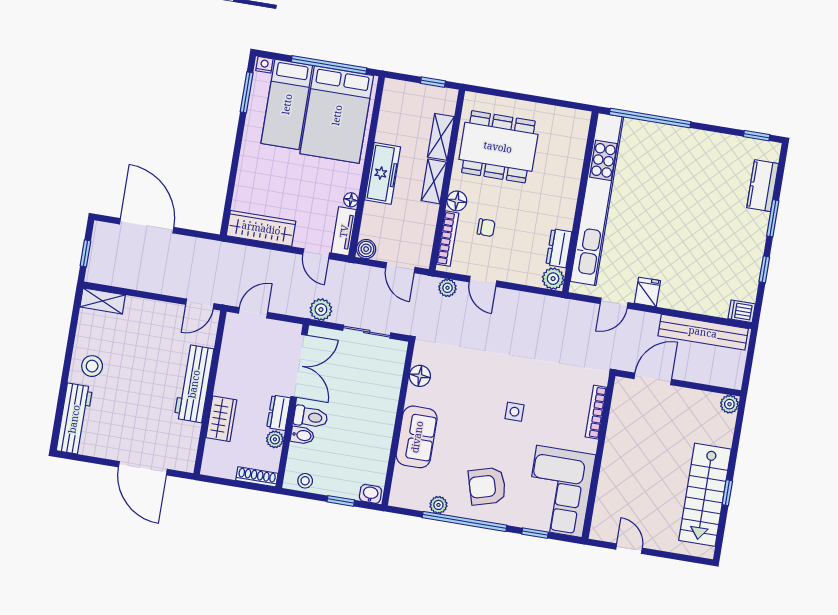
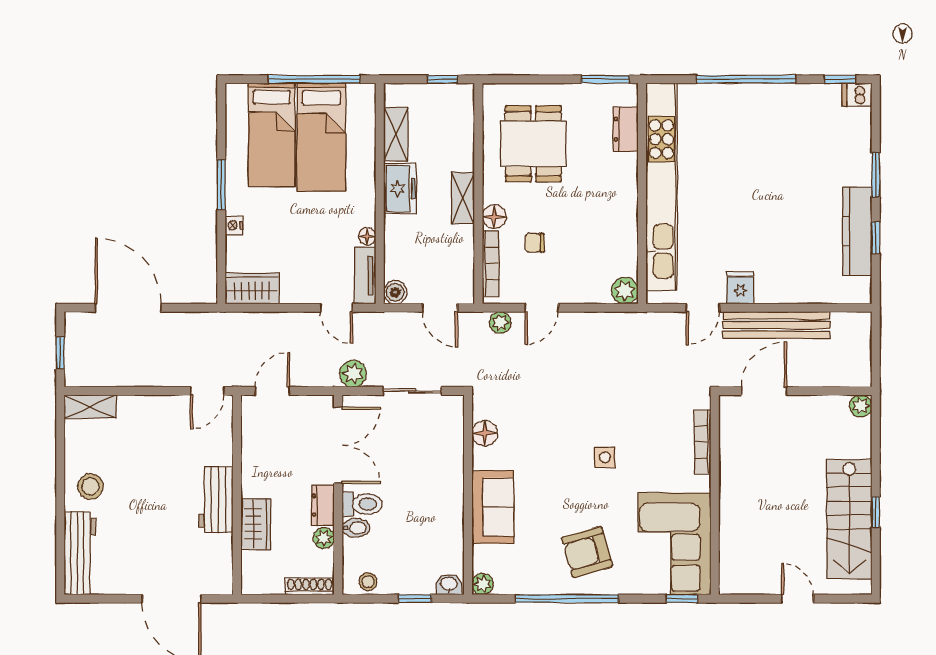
nightstand: (264, 65) -> (234, 225), moved, turned -90
window: (247, 92) -> (221, 185), moved
window: (566, 104) -> (605, 79), added
bed: (337, 115) -> (321, 137), width x0.67
window: (650, 118) -> (746, 79), moved
shelving: (441, 137) -> (396, 134), moved
dining table: (498, 147) -> (533, 144), width x0.73
freezer: (383, 173) -> (400, 188), width x0.71
kitchen counter: (763, 186) -> (857, 231), moved, width x1.50
wardrobe: (261, 228) -> (252, 288), width x0.67
chair: (486, 228) -> (535, 243), turned 180
dresser: (559, 248) -> (626, 129), moved
door: (483, 281) -> (542, 308), hinge flipped
dishwasher: (742, 311) -> (857, 95), moved
bench: (703, 332) -> (776, 325), moved
workbench: (194, 384) -> (216, 500), width x0.73
plant: (438, 505) -> (483, 584), moved
window: (535, 533) -> (682, 599), moved
door: (629, 549) -> (797, 599), moved

